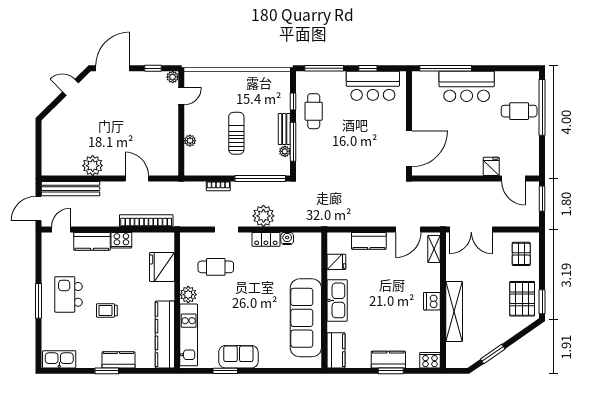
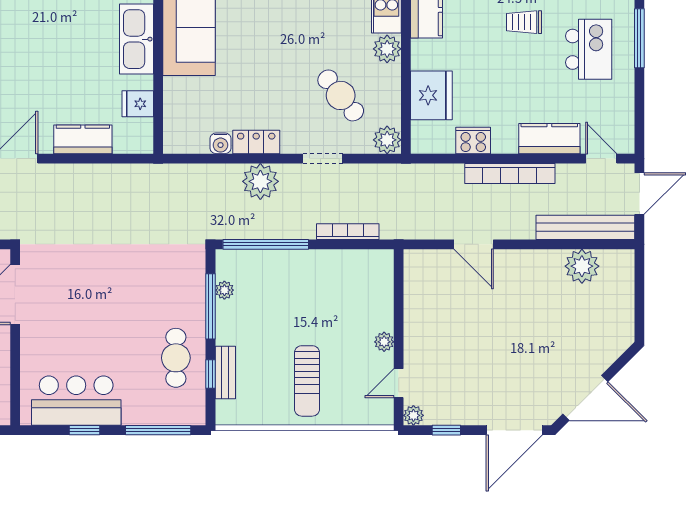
door: (71, 87) -> (585, 398), width x1.87
bench: (284, 129) -> (225, 373), moved
sun lounger: (236, 133) -> (307, 381), moved
plant: (190, 141) -> (384, 342), moved
plant: (93, 166) -> (582, 266), moved
bookcase: (218, 186) -> (348, 232), width x1.56
bookcase: (146, 221) -> (510, 174), moved
door: (61, 229) -> (601, 159), swing flipped
cooker: (121, 240) -> (473, 140), moved
plant: (188, 241) -> (387, 140), added
cafe table: (216, 267) -> (341, 95), turned 51
trolley: (107, 310) -> (524, 22), turned 180

